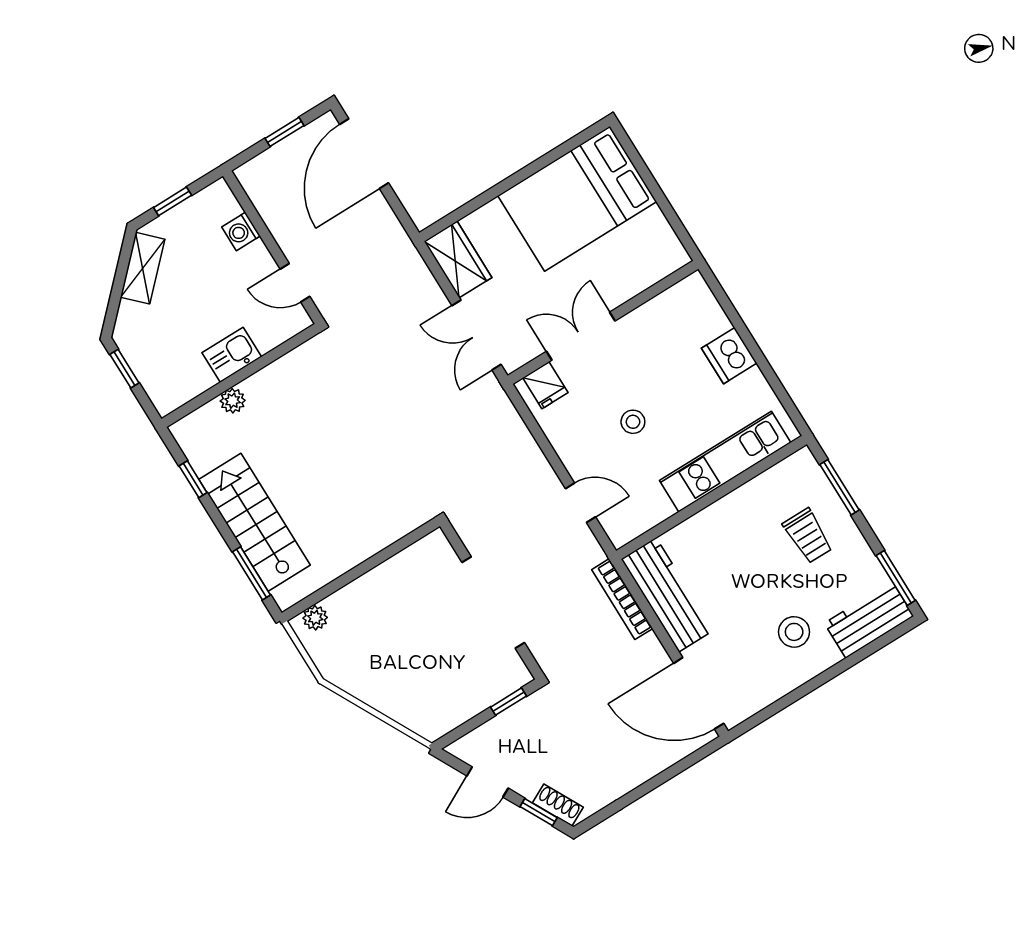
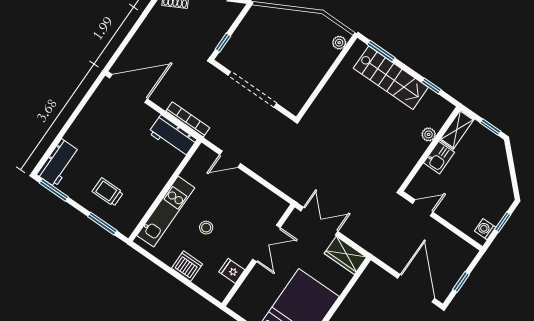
washing machine: (241, 231) -> (485, 229), moved, turned -90
shelving: (143, 268) -> (457, 129), moved, turned 45
fridge: (545, 385) -> (232, 271), moved
stool: (633, 422) -> (206, 228), moved
workbench: (667, 595) -> (173, 136), width x0.73
stool: (794, 632) -> (94, 140), removed

